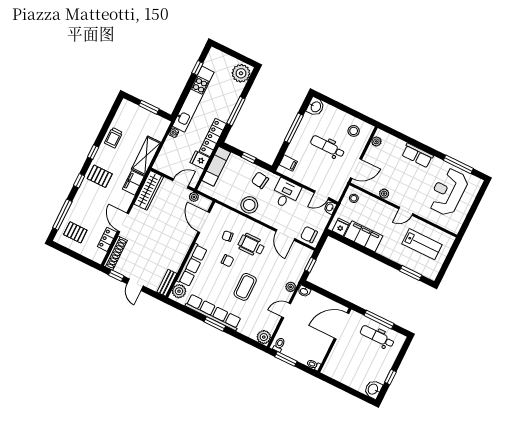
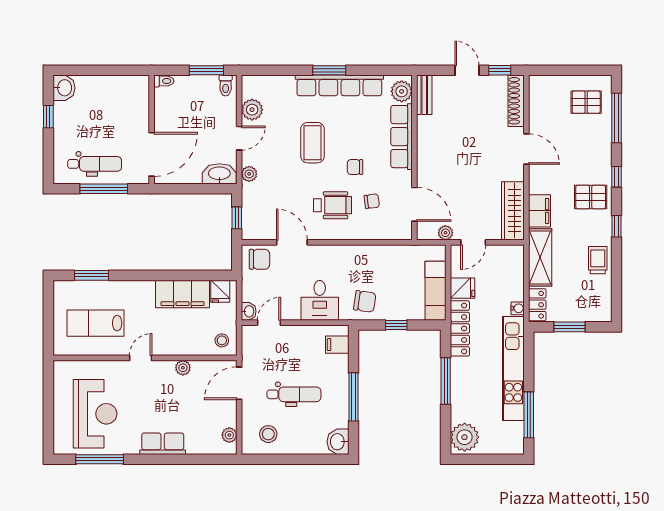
window: (197, 68) -> (529, 415), width x2.17
stool: (249, 205) -> (363, 260), removed
locker: (107, 239) -> (537, 305), moved
washbasin: (304, 291) -> (219, 174), width x1.91, depth x1.45
plant: (264, 337) -> (252, 110), moved

